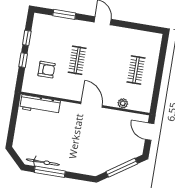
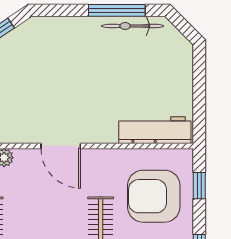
window: (23, 60) -> (199, 186), moved
armchair: (47, 70) -> (154, 196), width x1.88, depth x1.88

